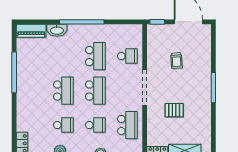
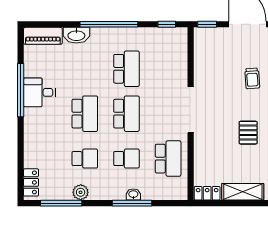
window: (126, 22) -> (167, 24), added
school desk: (127, 56) -> (168, 69), removed
trolley: (176, 61) -> (252, 78), moved
desk: (28, 74) -> (39, 92), added
pallet: (174, 110) -> (248, 133), moved, turned 90

